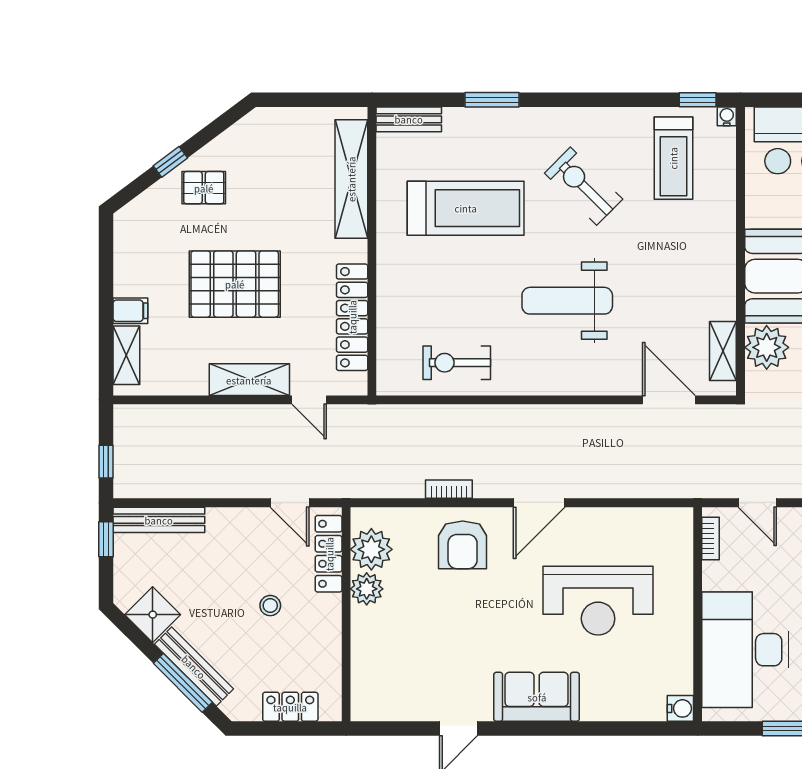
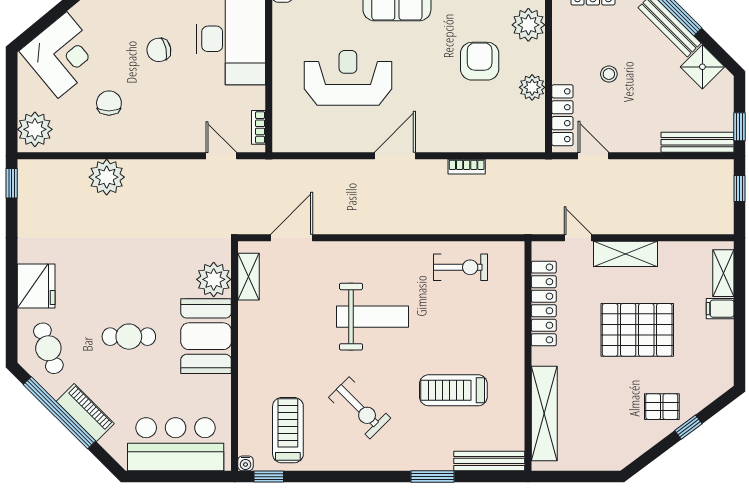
bench: (409, 119) -> (489, 461), width x1.36
treadmill: (466, 208) -> (453, 390), width x0.73, depth x0.73
door: (669, 400) -> (292, 238), swing flipped
armchair: (463, 545) -> (480, 61), moved
plant: (371, 549) -> (528, 25), moved

